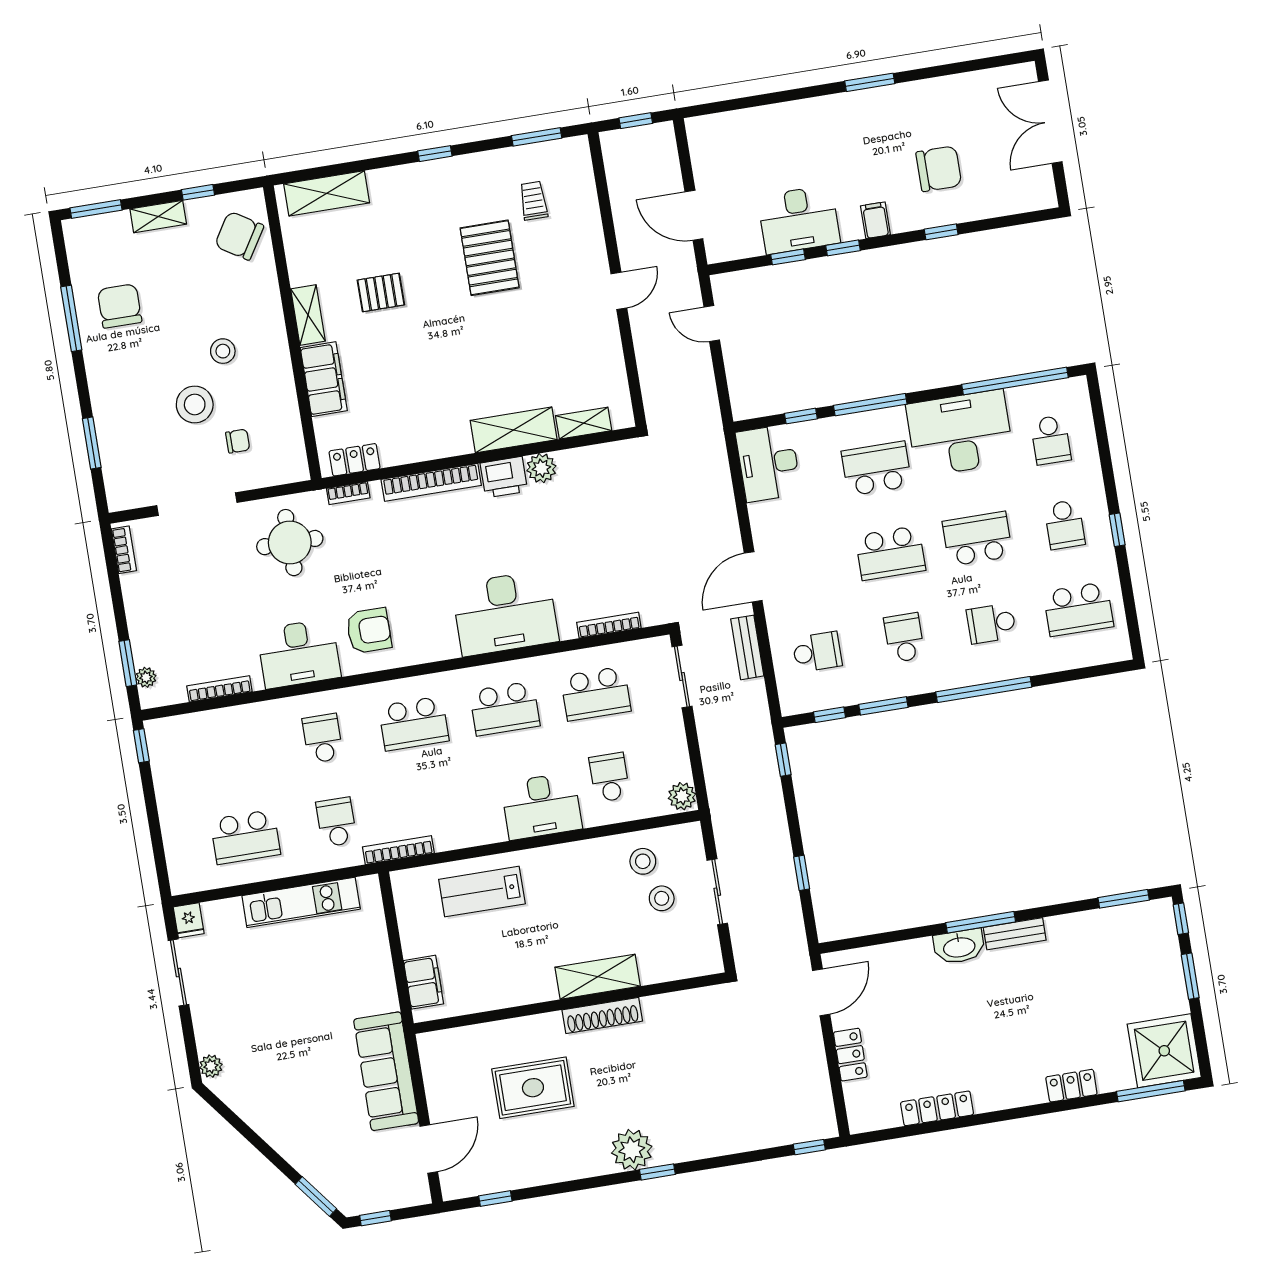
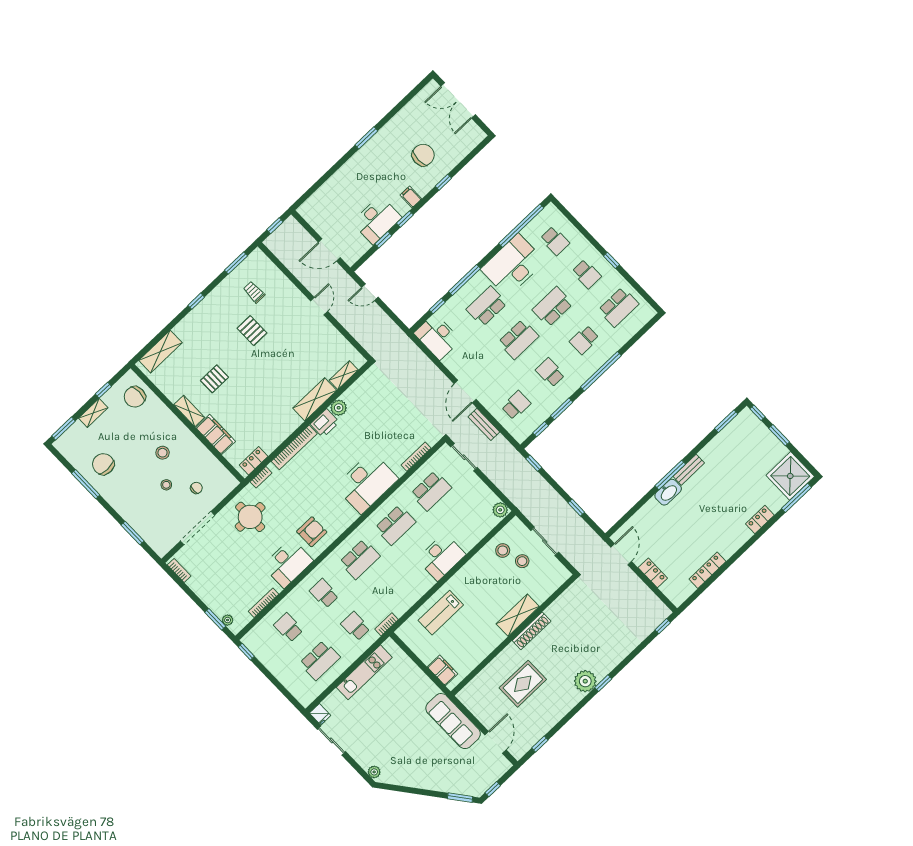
chair: (239, 236) -> (135, 397), turned -32
pallet: (490, 258) -> (252, 331), width x0.67, depth x0.71
stool: (195, 404) -> (166, 485), width x0.53, depth x0.53
school desk: (609, 777) -> (288, 628), moved
bookcase: (398, 850) -> (386, 624), width x0.64

